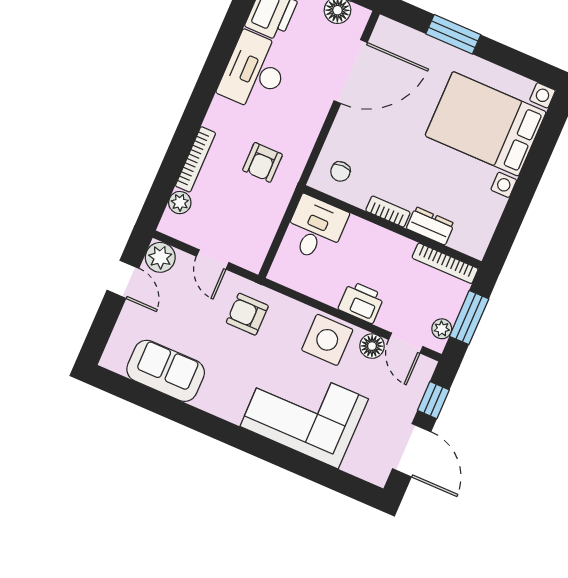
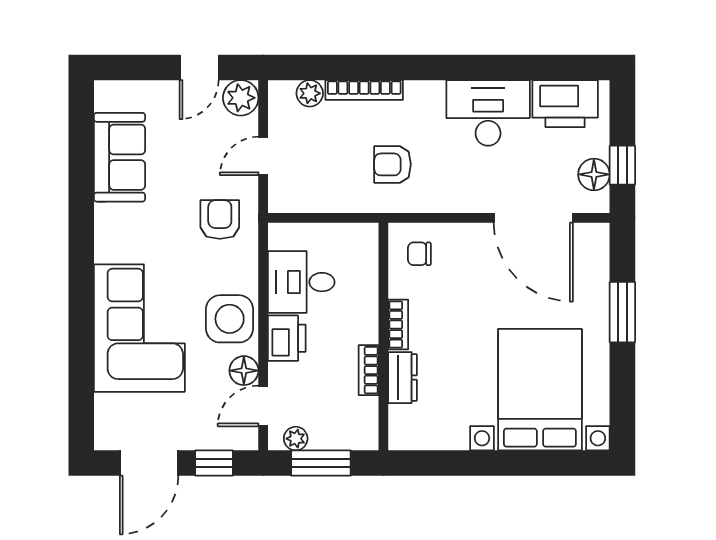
desk: (315, 229) -> (301, 282), moved, turned 180
bookcase: (445, 263) -> (369, 370), moved, width x0.64

